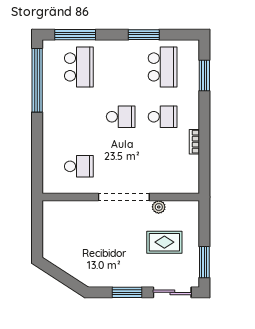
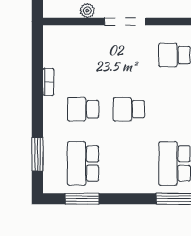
window: (144, 35) -> (82, 199), moved
doorway: (124, 197) -> (125, 22), width x0.73

